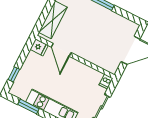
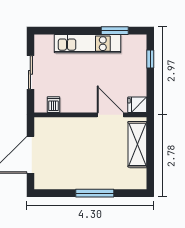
dishwasher: (106, 82) -> (53, 105), moved

